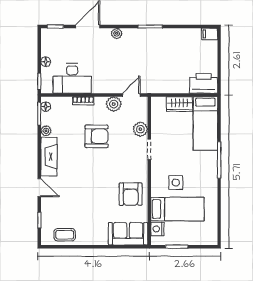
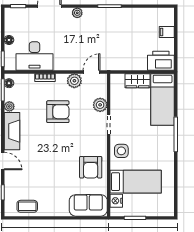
filing cabinet: (210, 34) -> (167, 32), moved
side table: (176, 182) -> (121, 151), moved

